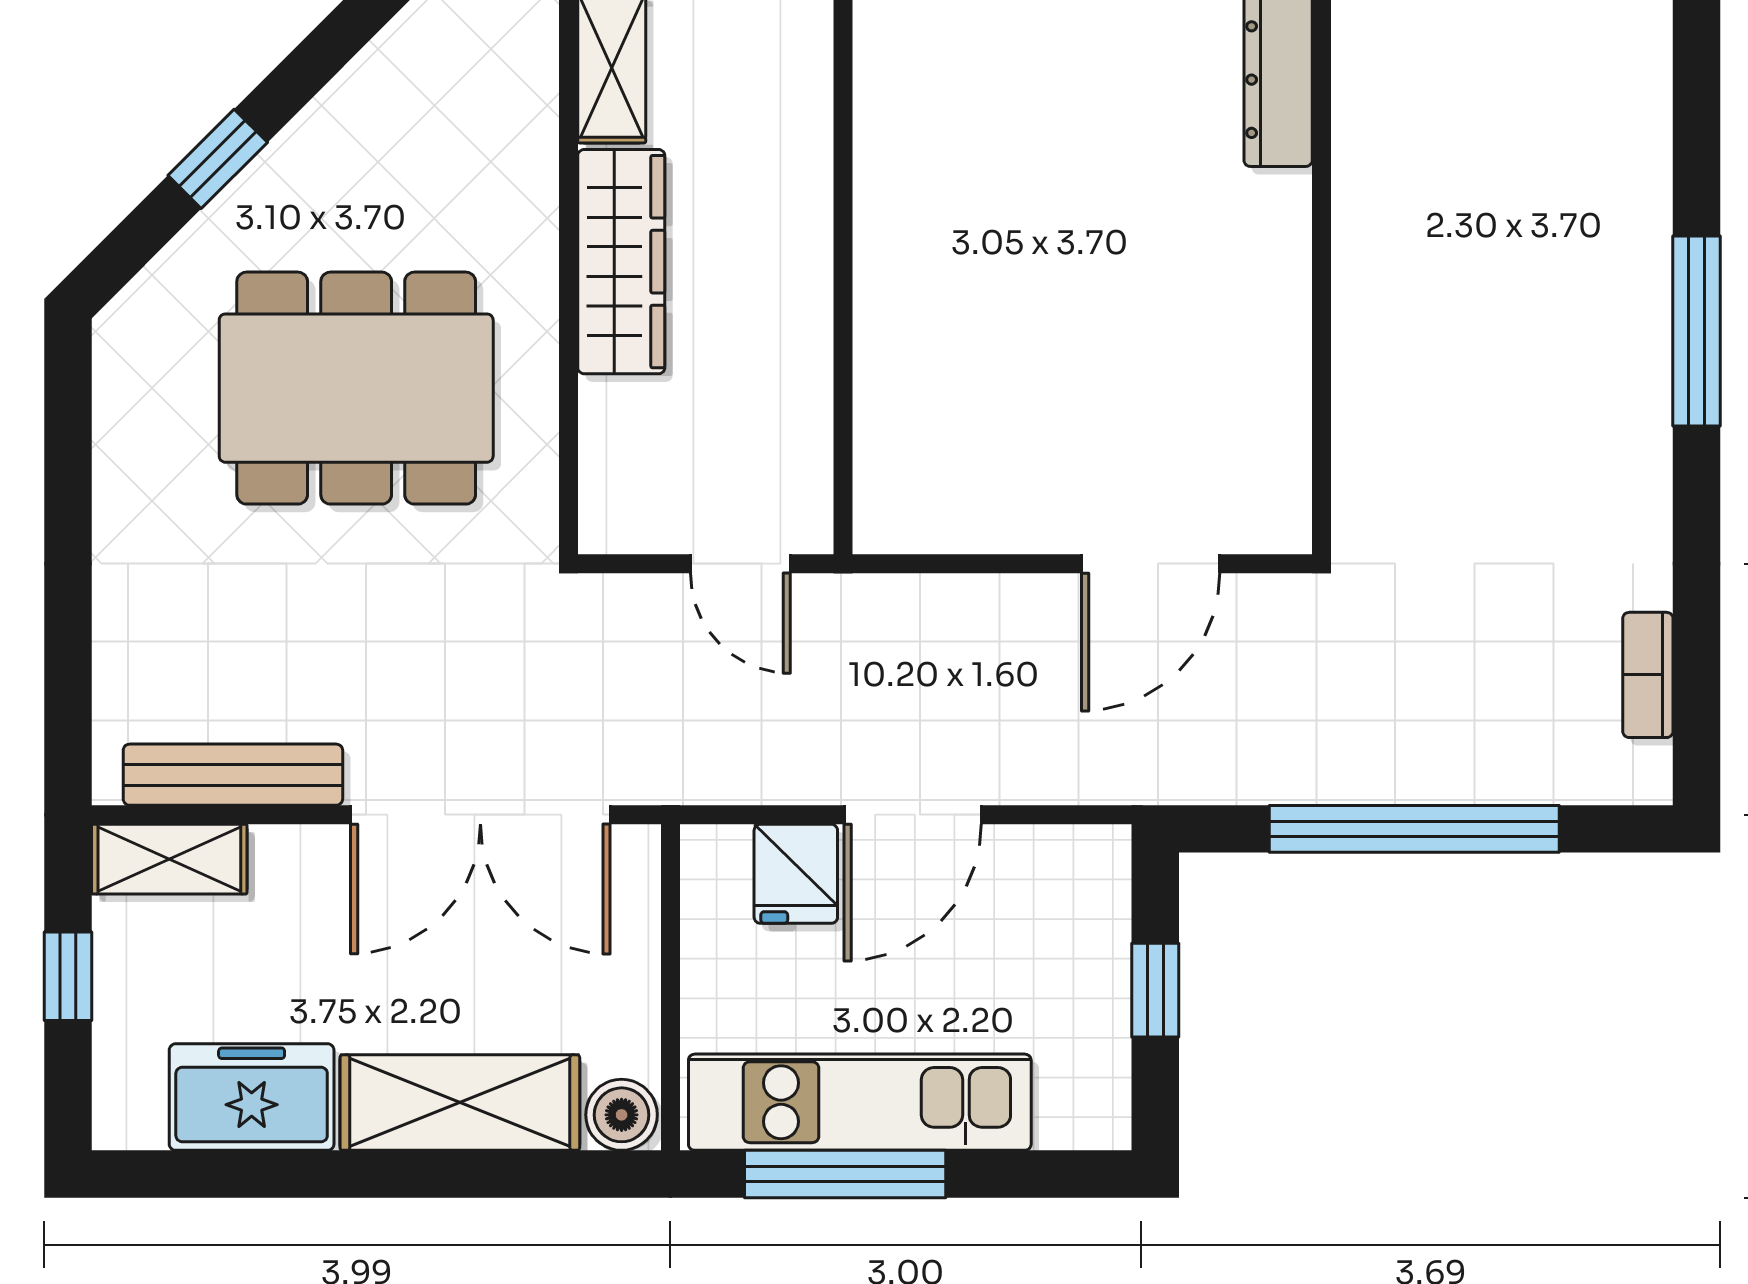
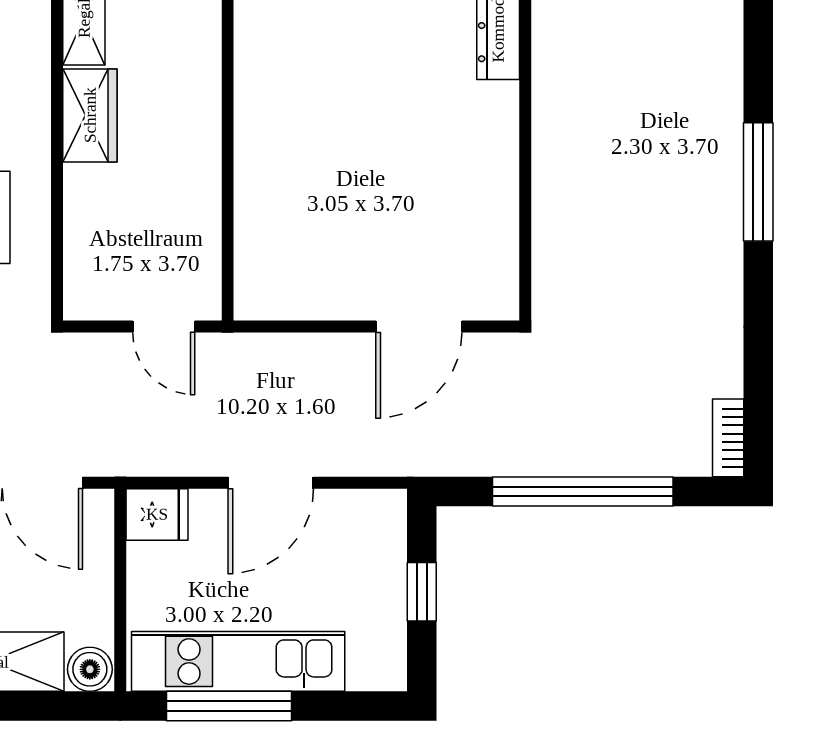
wardrobe: (621, 262) -> (90, 115), width x0.67
bookcase: (1648, 675) -> (728, 438), moved
fridge: (796, 874) -> (157, 514), moved, turned -90

